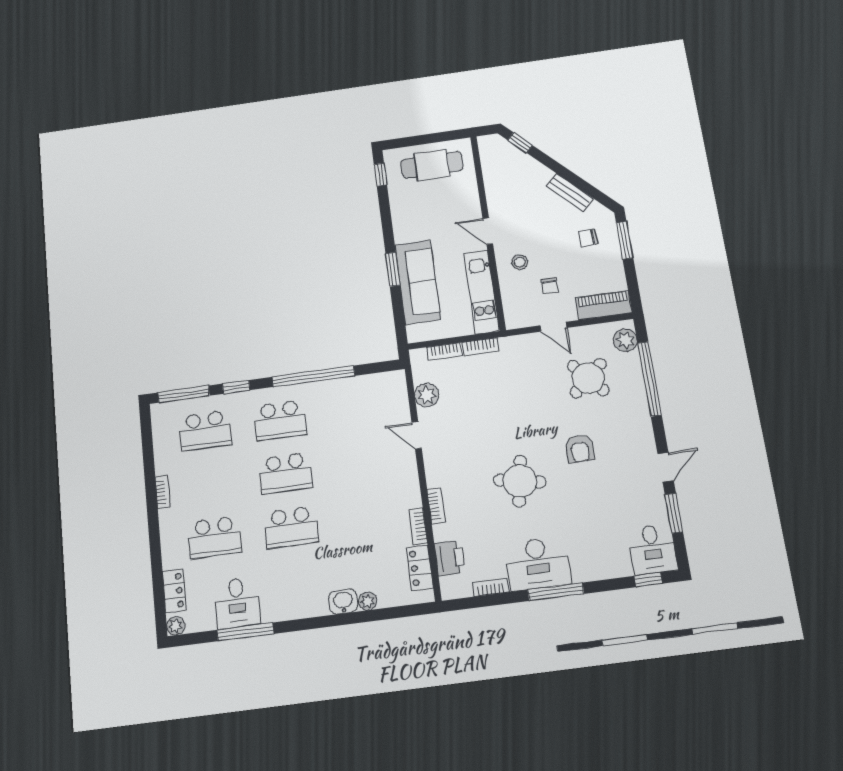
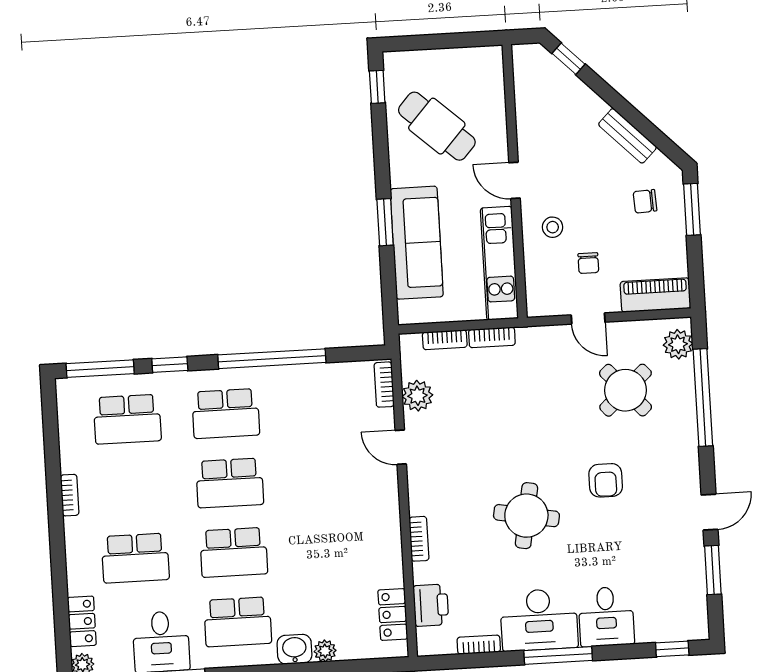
cafe table: (432, 165) -> (437, 126), moved, turned 42
bookcase: (418, 526) -> (384, 385), moved
desk: (652, 549) -> (606, 617), moved
school desk: (297, 582) -> (238, 622), added

